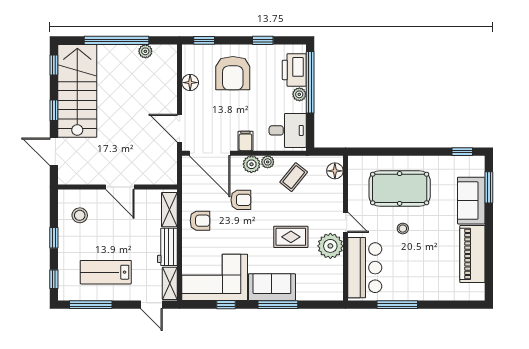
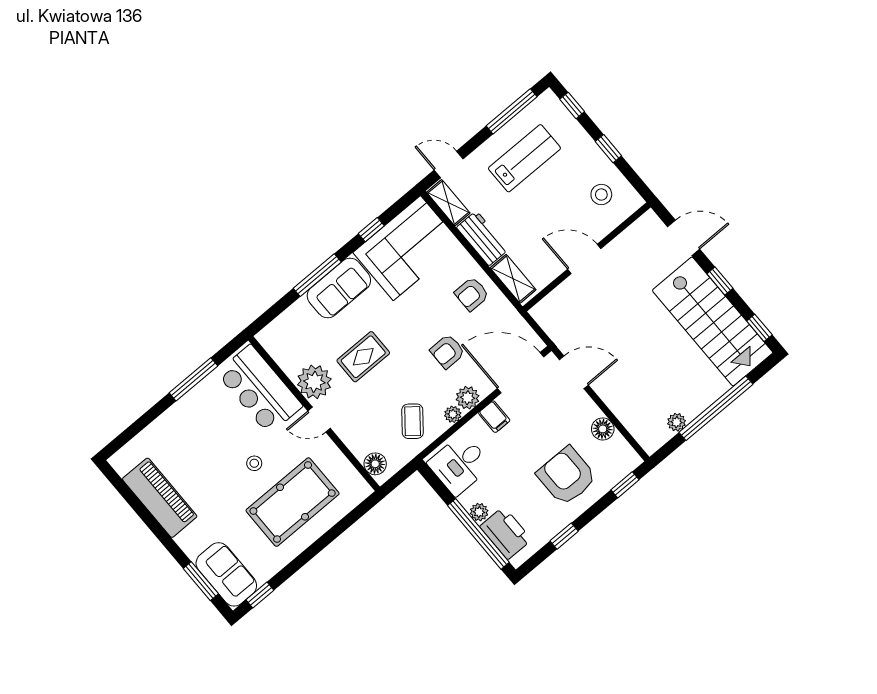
sofa: (471, 201) -> (226, 574), moved

